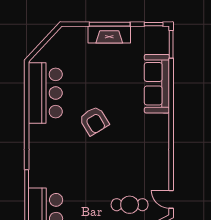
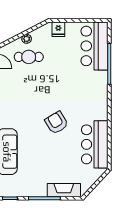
fireplace: (109, 35) -> (64, 190), moved

